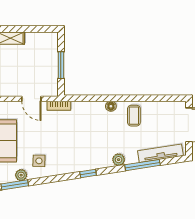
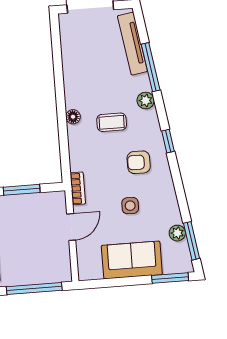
coffee table: (134, 116) -> (112, 122), moved
armchair: (74, 151) -> (139, 162), added
side table: (39, 161) -> (130, 206), moved

